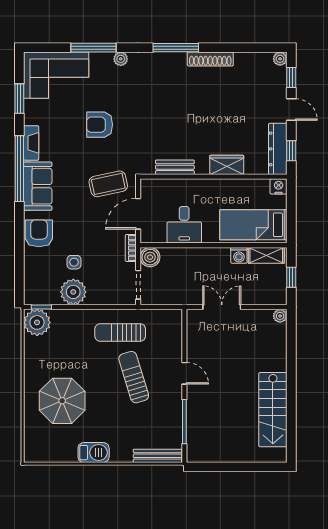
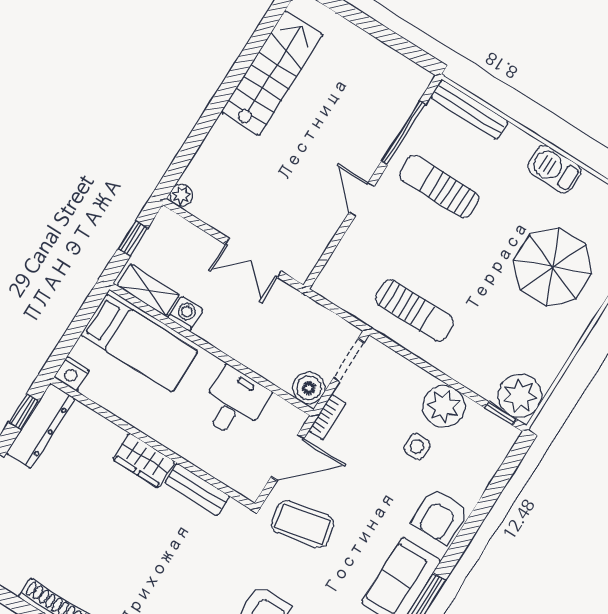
wardrobe: (227, 165) -> (144, 460), moved
sun lounger: (134, 377) -> (439, 186), moved, turned 107

